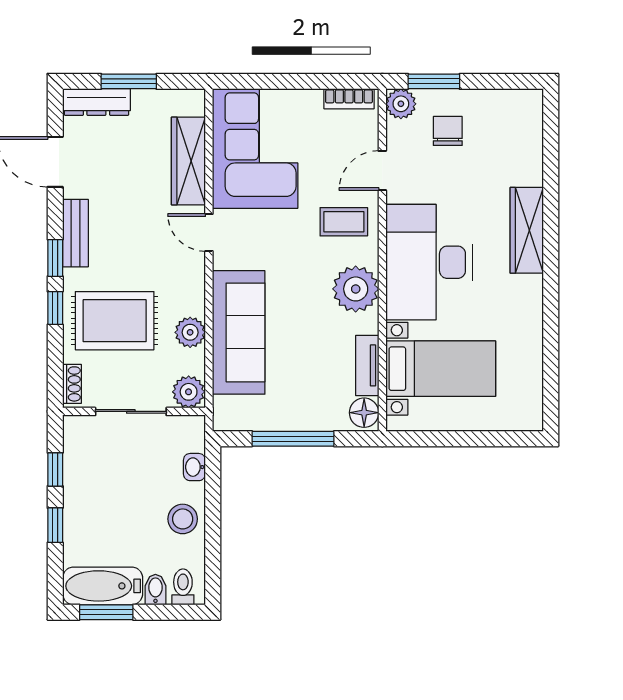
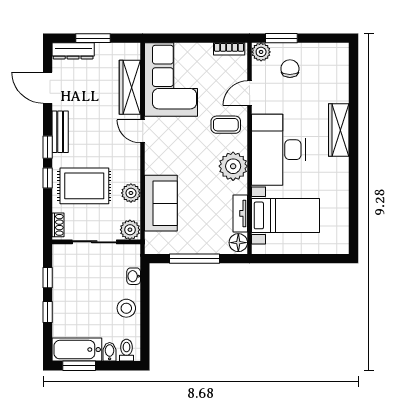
sofa: (239, 332) -> (161, 203), width x0.73

